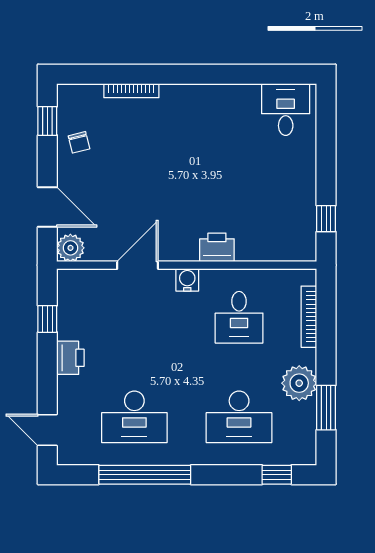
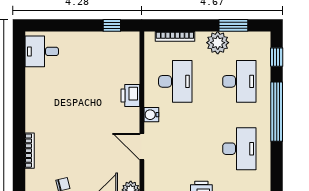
desk: (239, 317) -> (175, 81), width x1.37
window: (145, 475) -> (277, 112), moved

